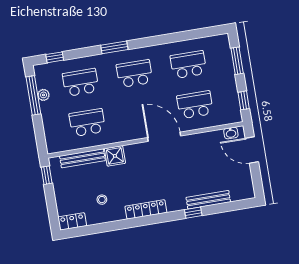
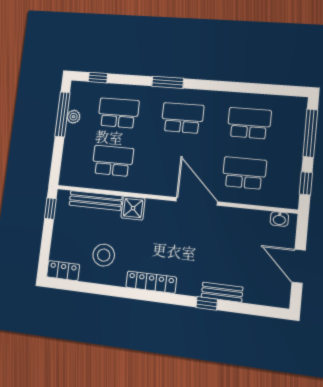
window: (237, 61) -> (310, 133), width x1.44
door: (252, 150) -> (299, 266), moved
stool: (102, 200) -> (104, 255), width x1.89, depth x1.89
bench: (208, 200) -> (222, 292), width x0.73

